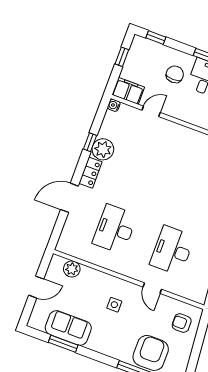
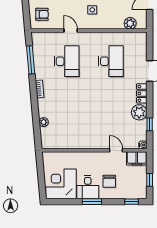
door: (151, 111) -> (116, 150), swing flipped
window: (90, 142) -> (150, 124), moved

